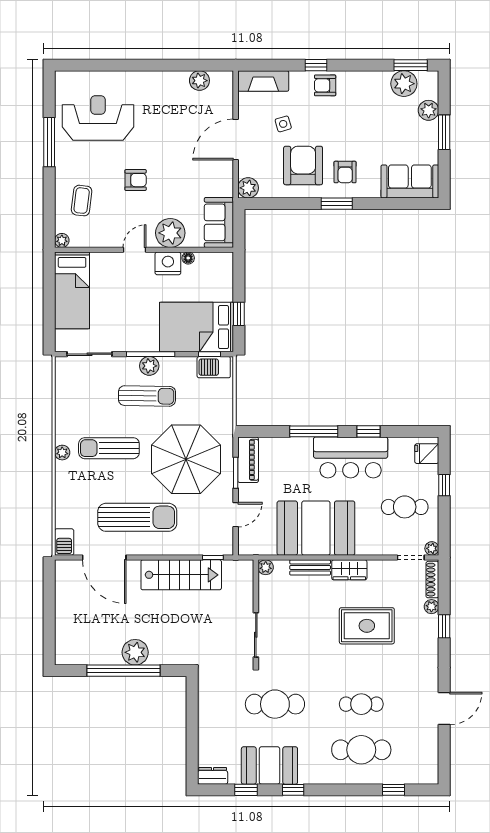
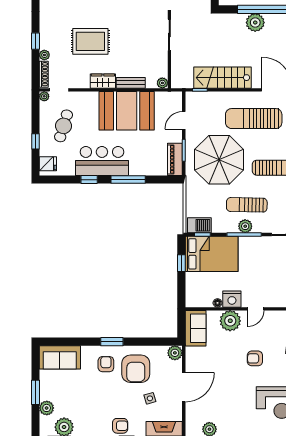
cafe table: (405, 507) -> (64, 126), turned -73

